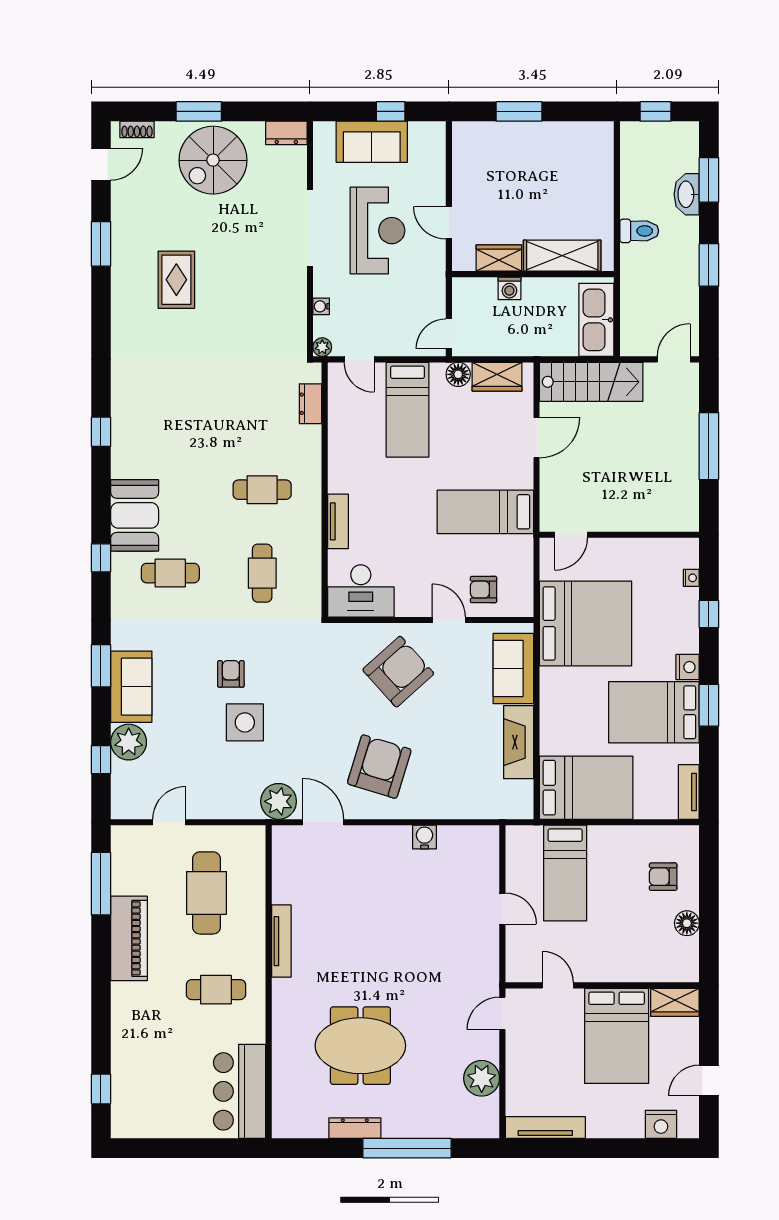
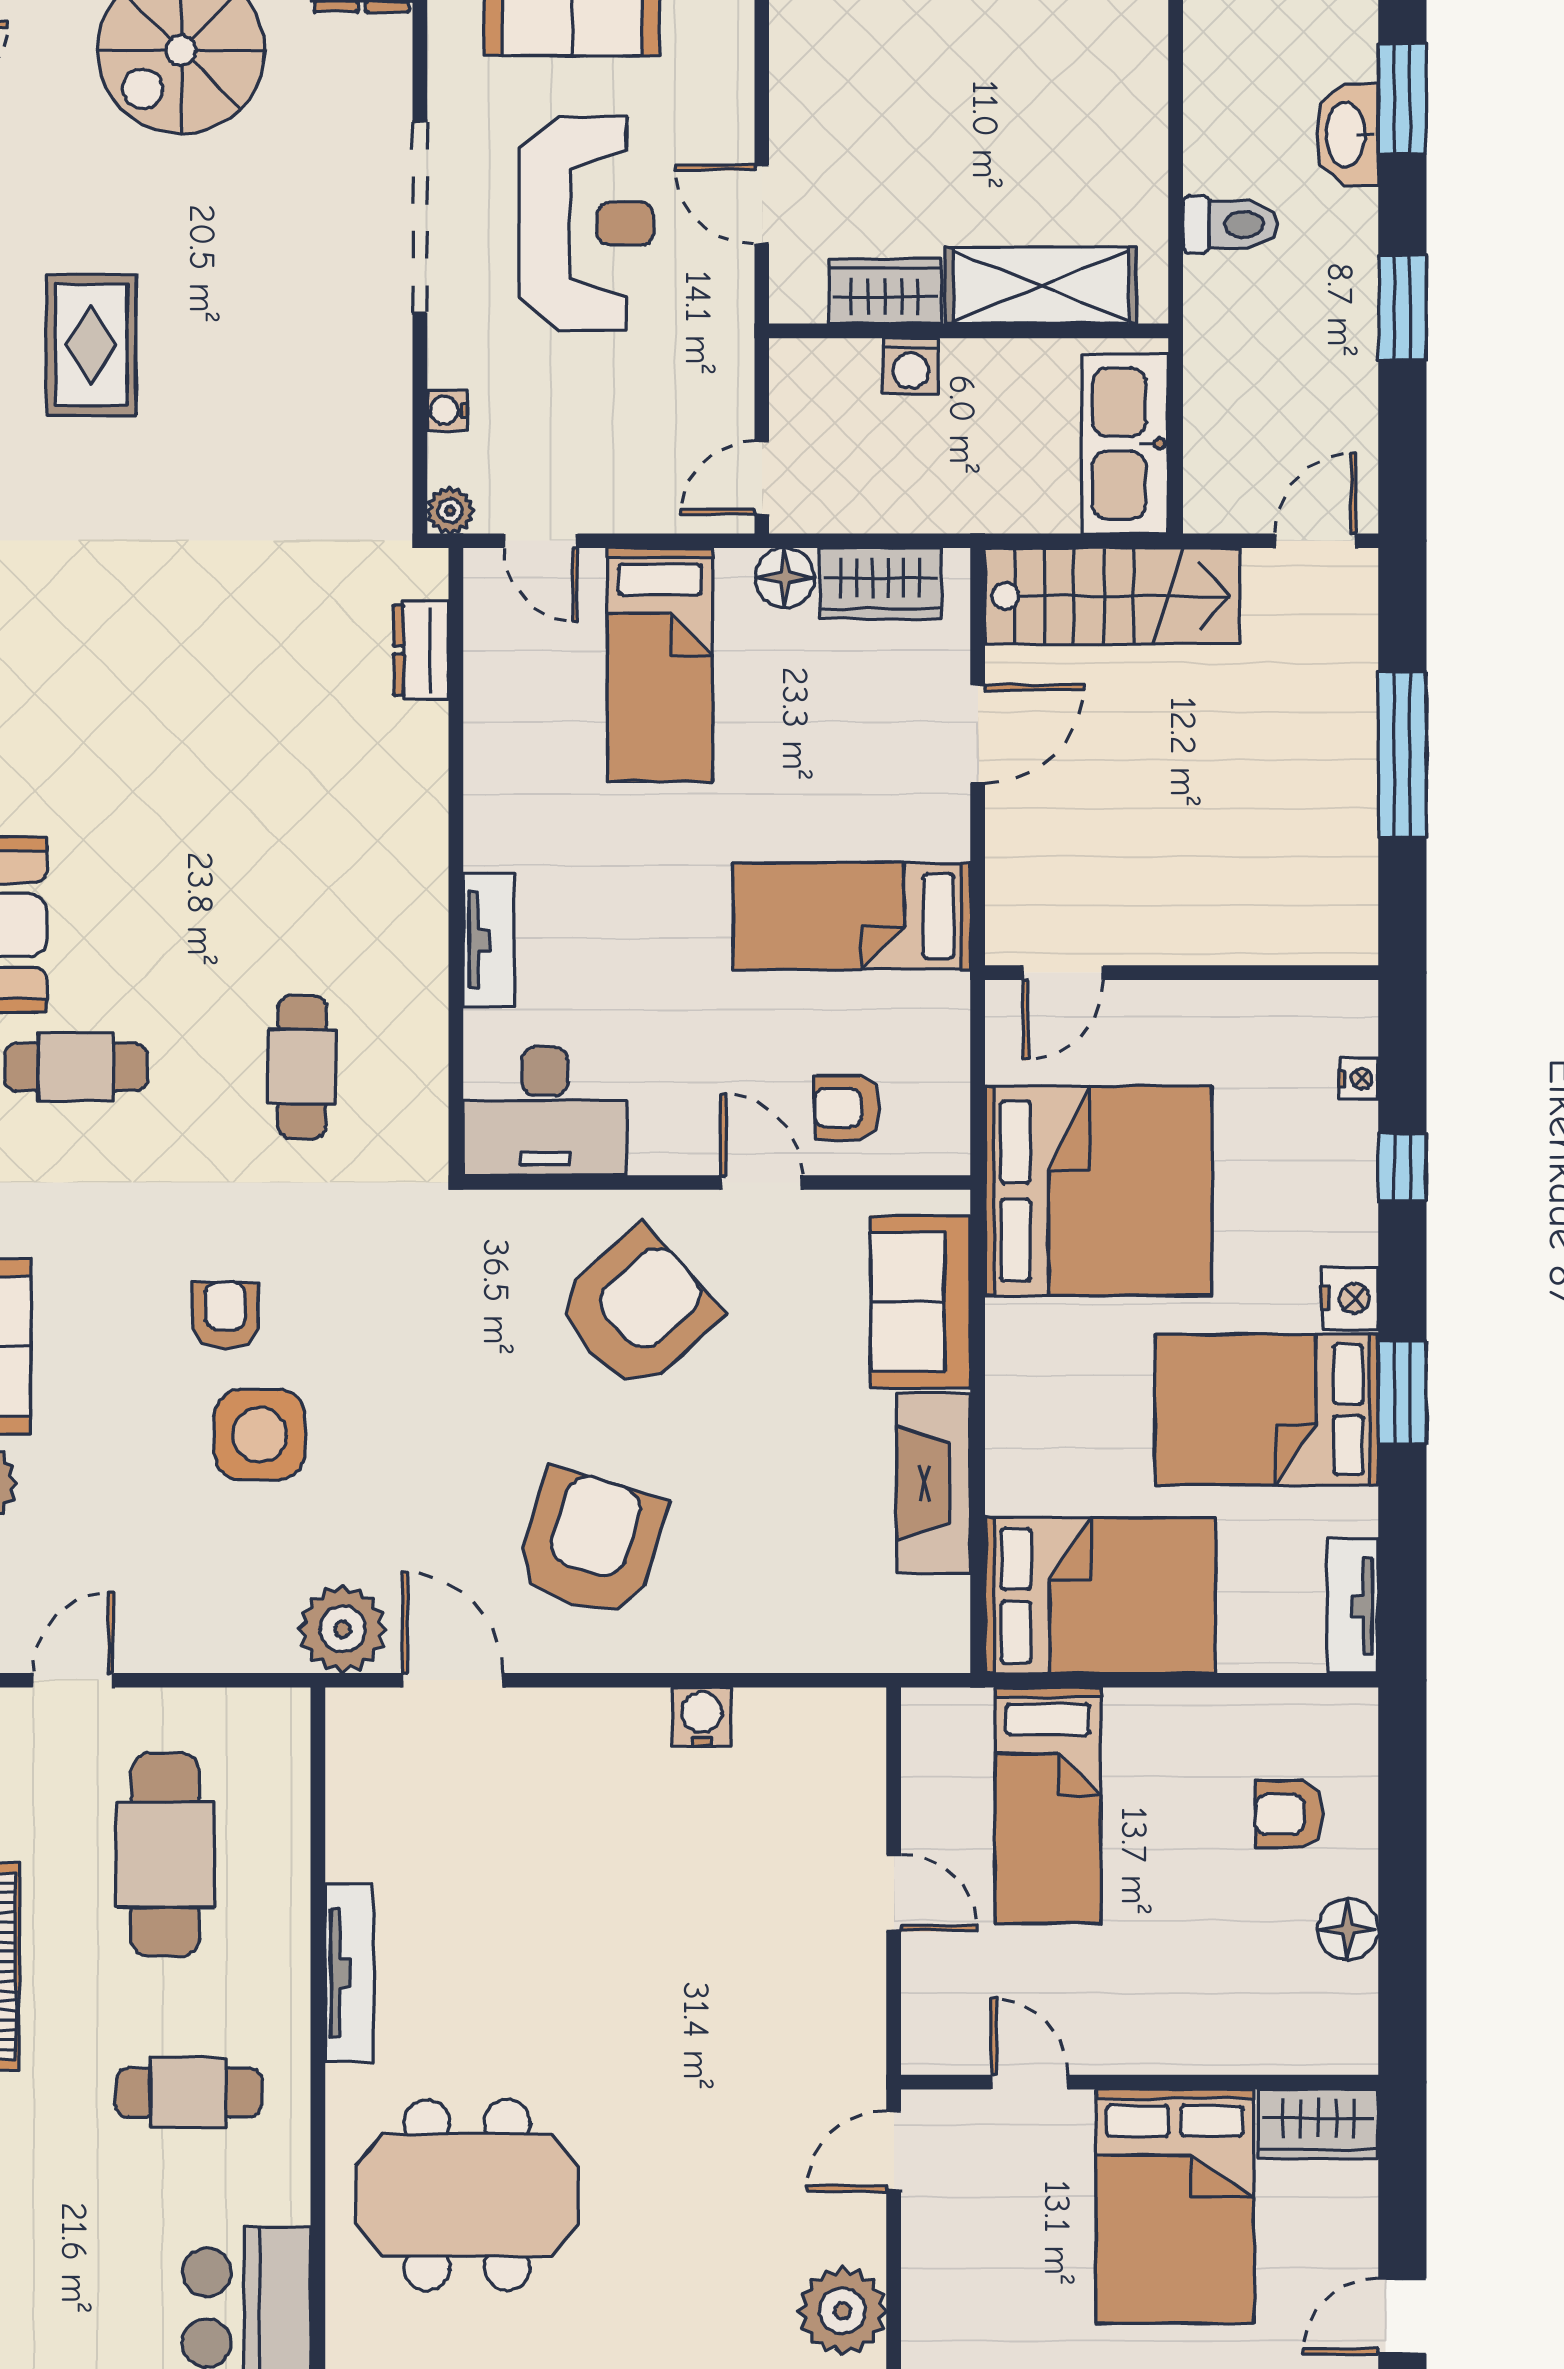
cafe table: (262, 490) -> (302, 862), removed
meeting table: (360, 1046) -> (467, 2195), moved

